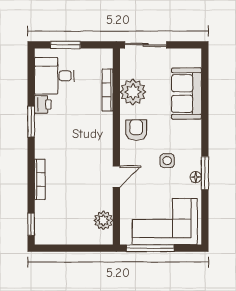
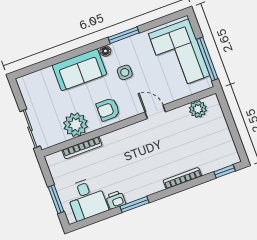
sofa: (187, 94) -> (79, 70), moved
floor lamp: (196, 177) -> (105, 51), moved

